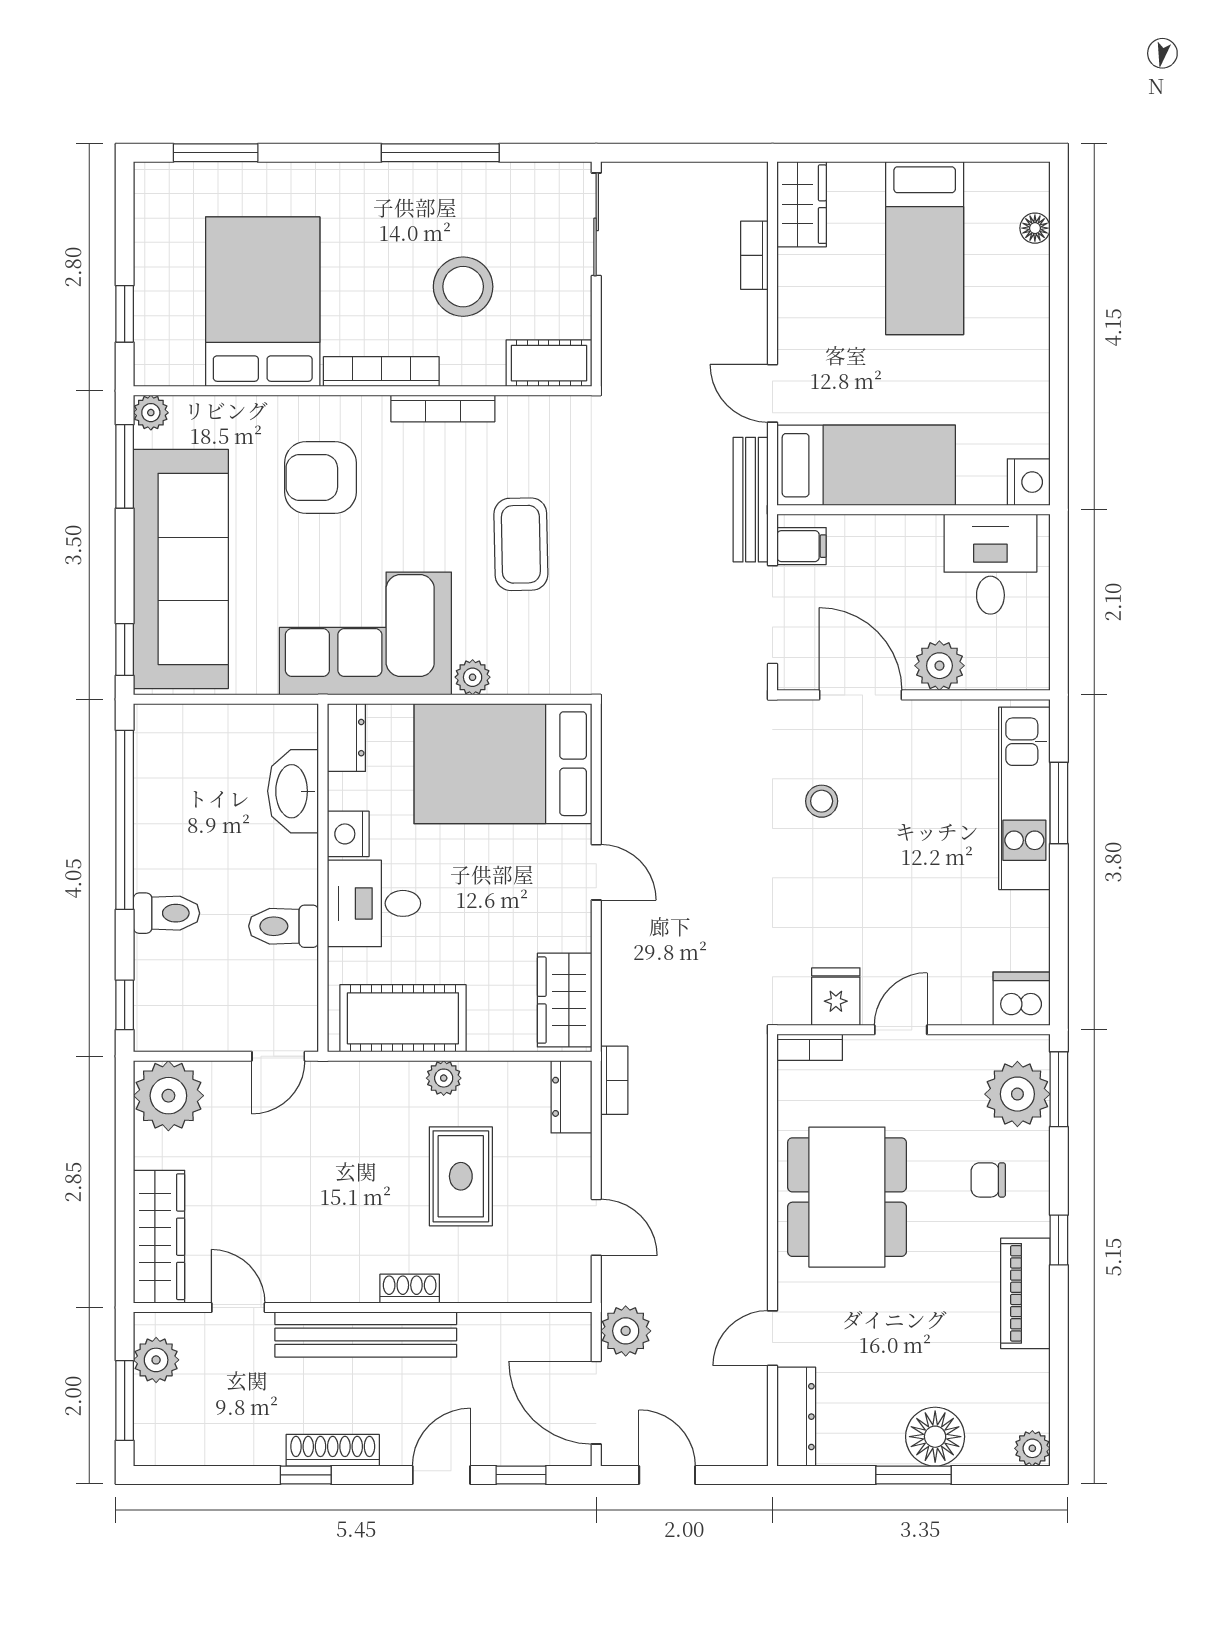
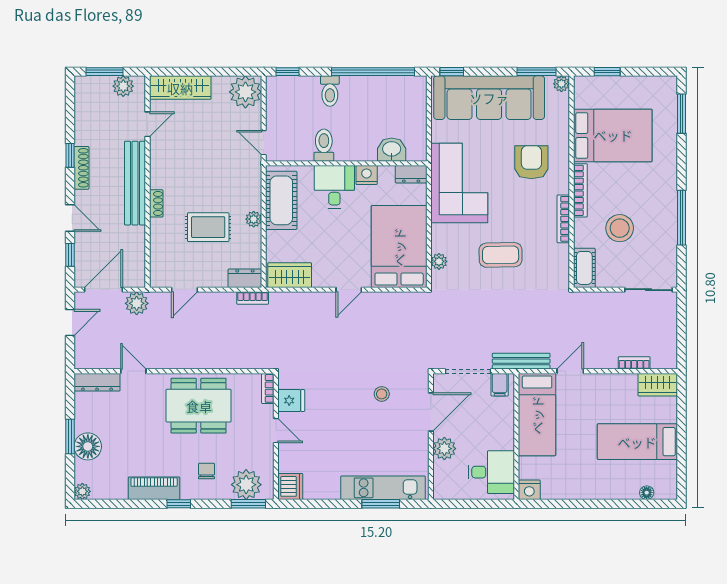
plant: (473, 677) -> (439, 261), moved
washbasin: (293, 791) -> (392, 150), width x0.72

